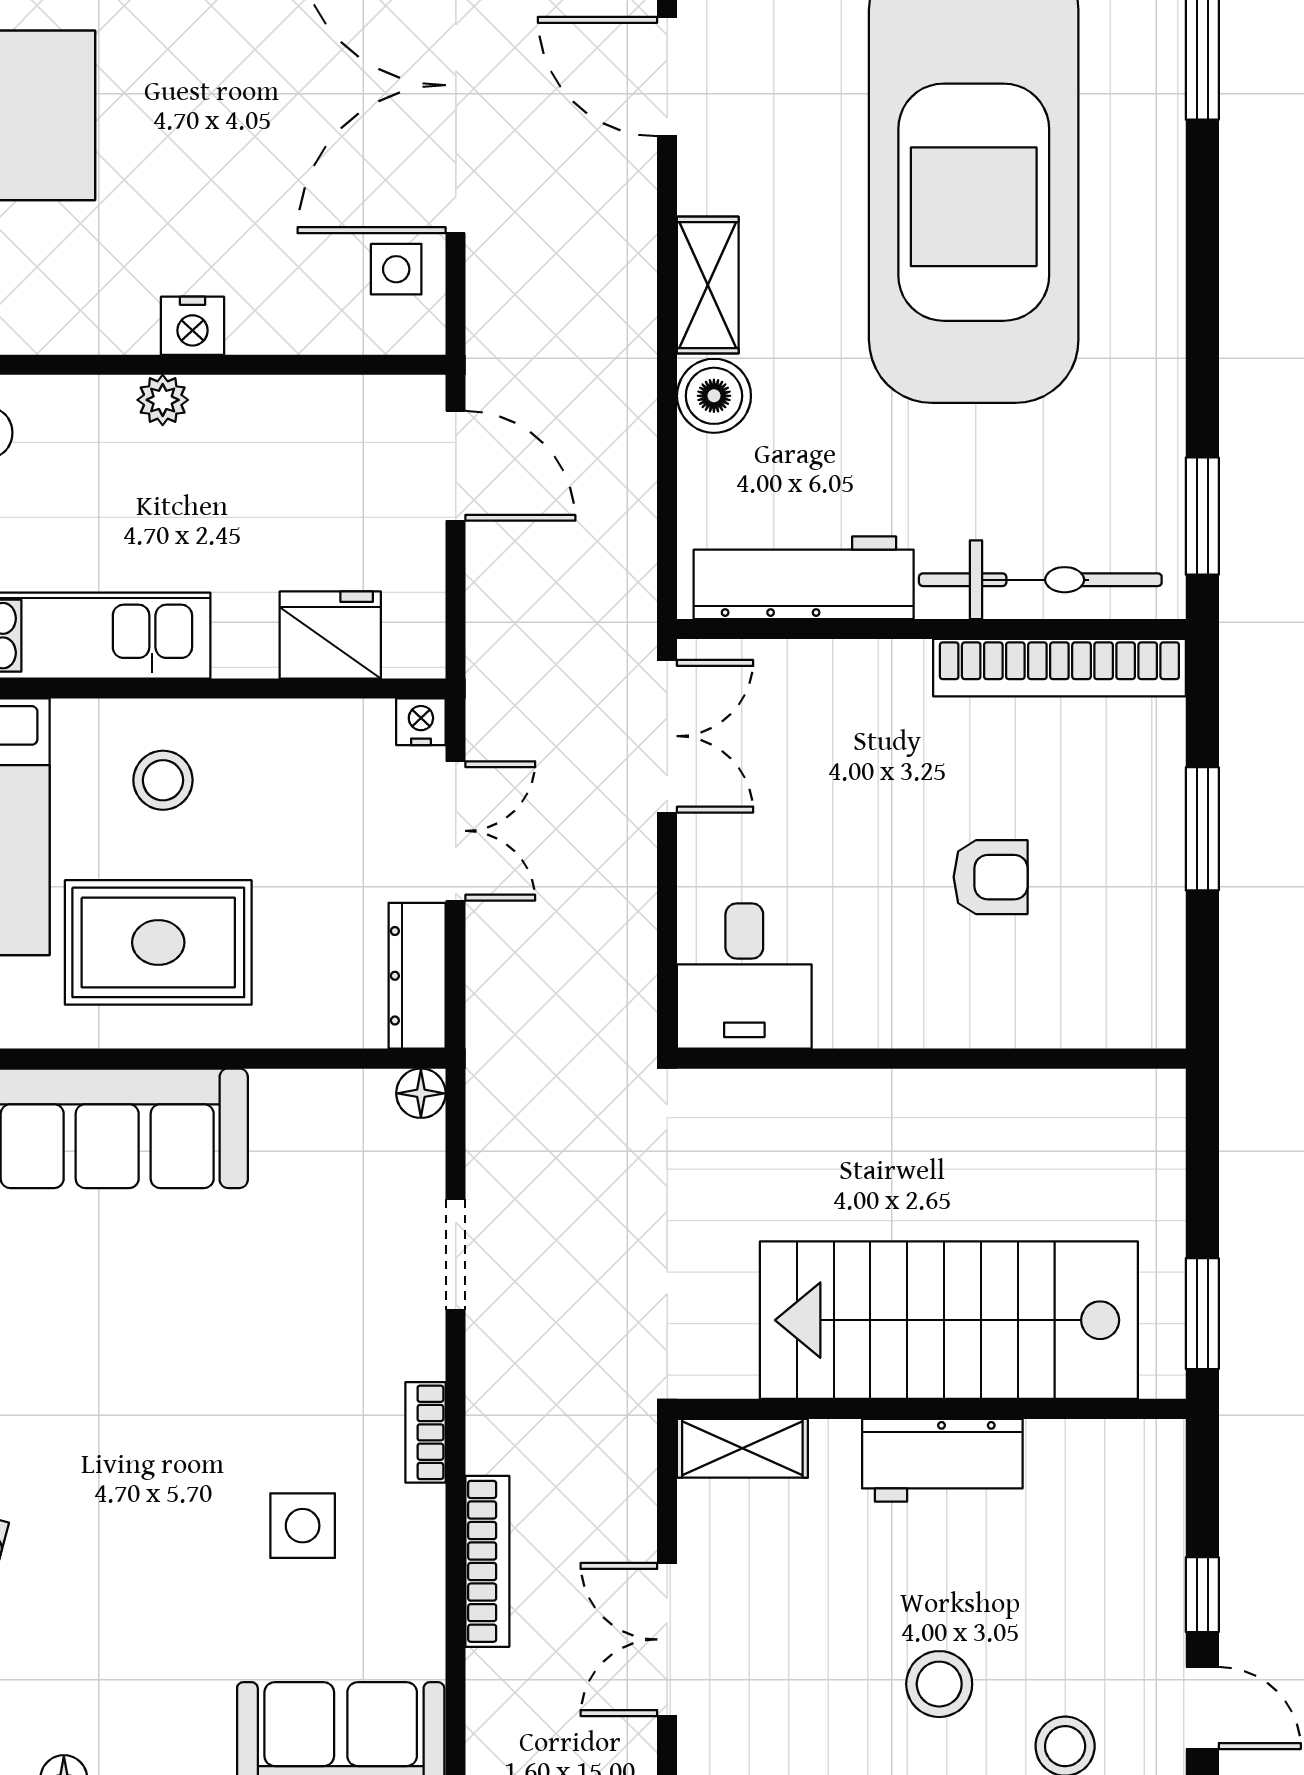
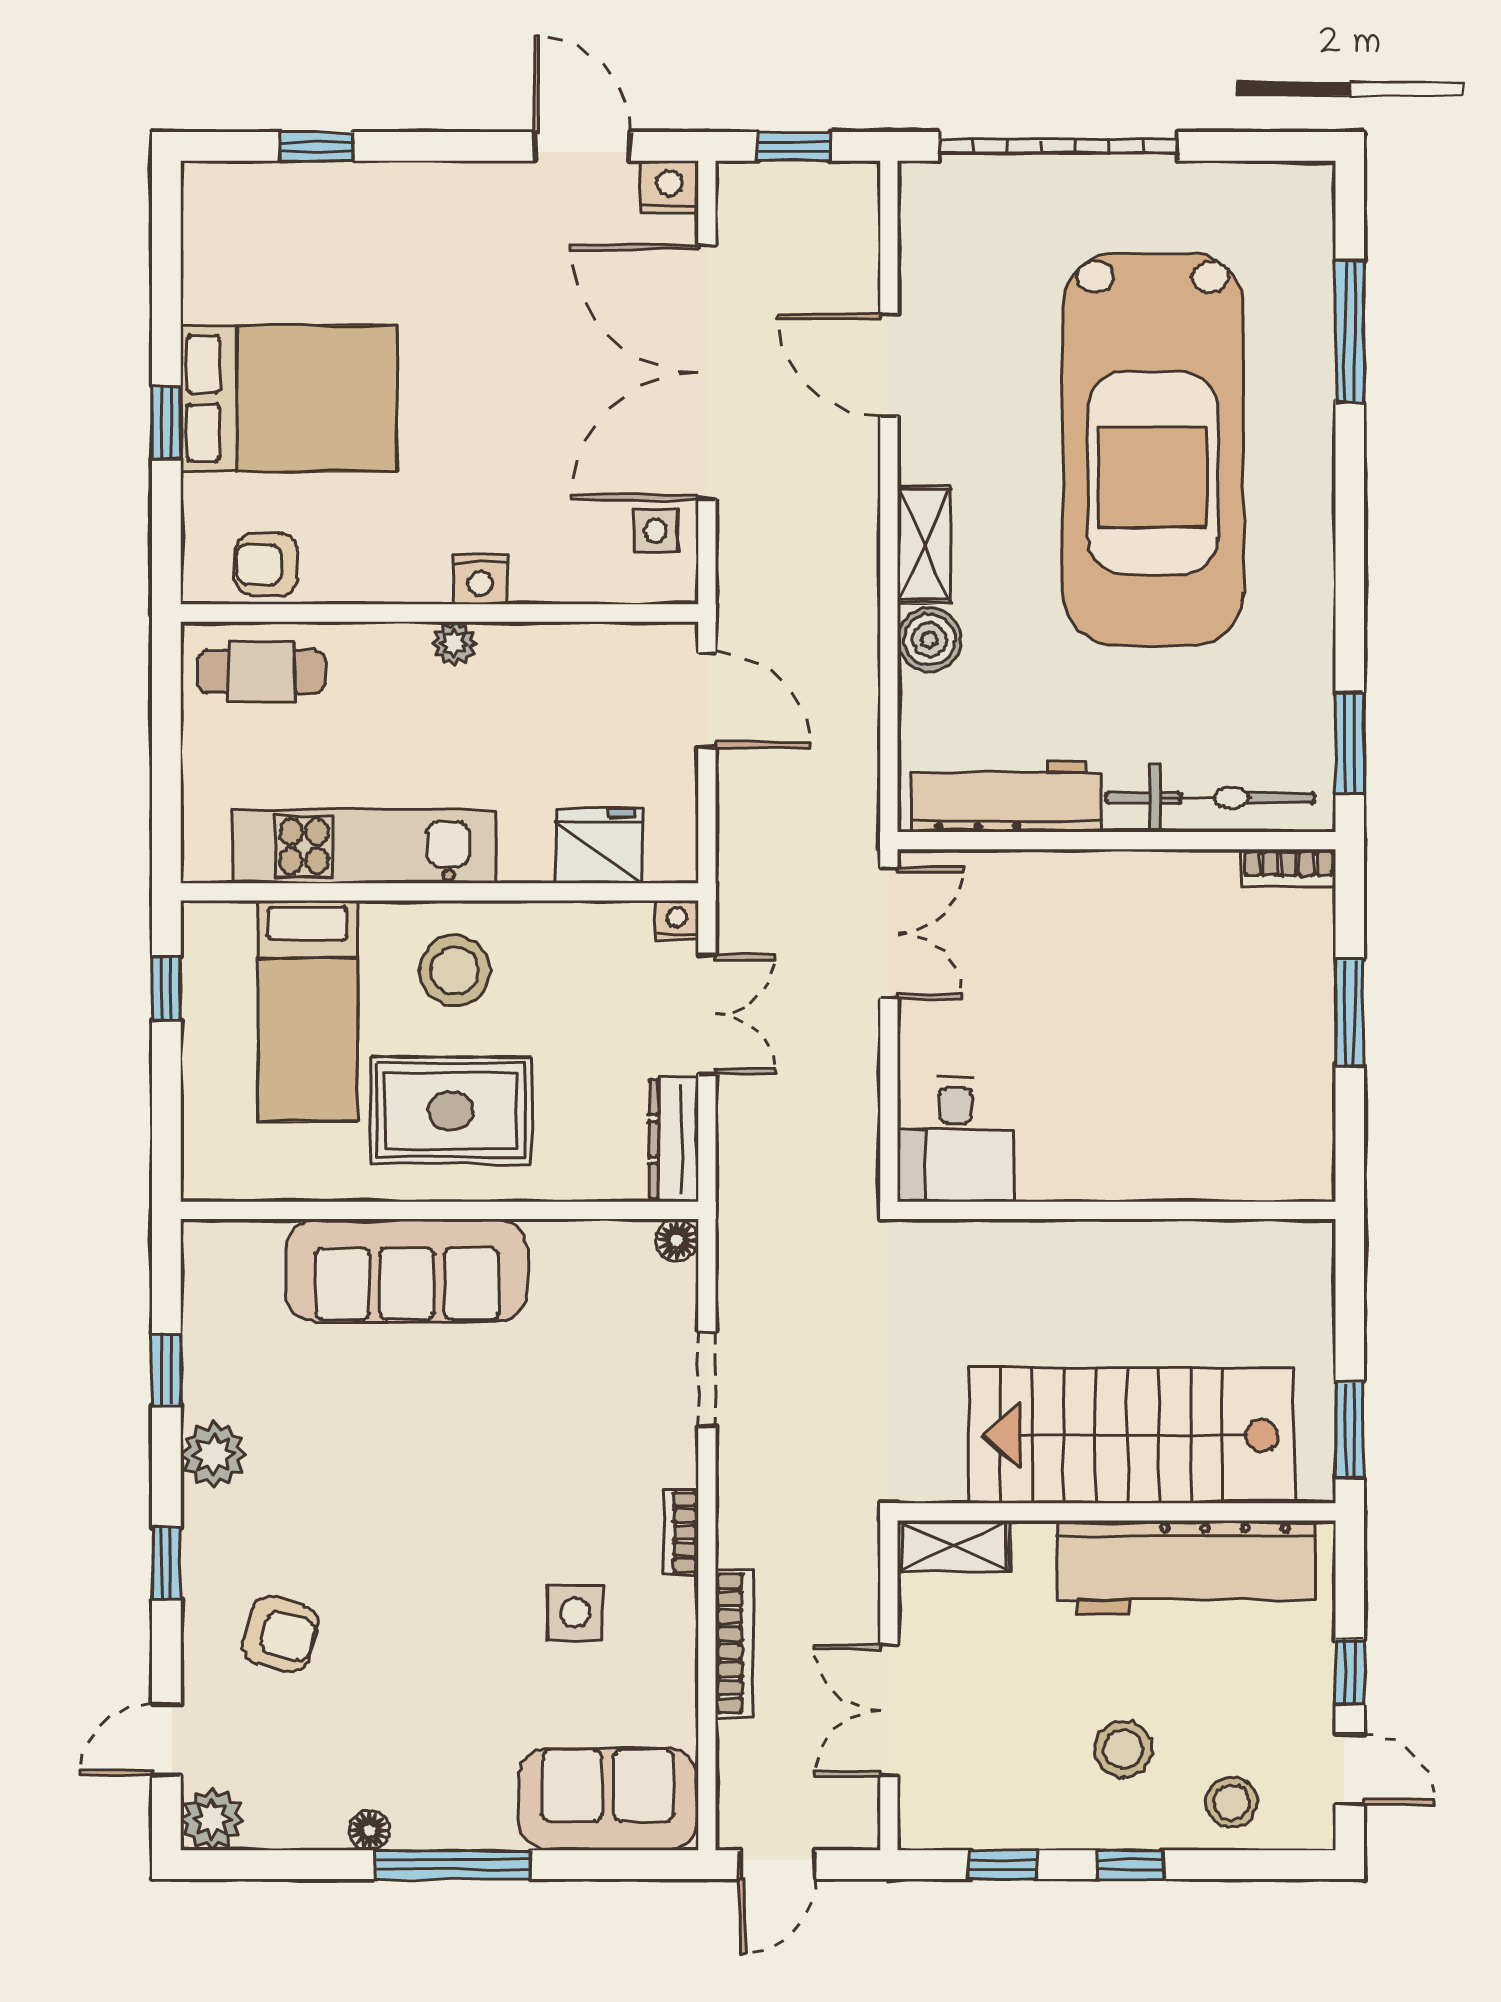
bookcase: (1059, 668) -> (1289, 868), width x0.43, depth x0.76
stool: (163, 780) -> (455, 971), width x1.38, depth x1.38
armchair: (991, 877) -> (1168, 1054), removed
workbench: (942, 1460) -> (1186, 1568), width x1.88, depth x1.32

